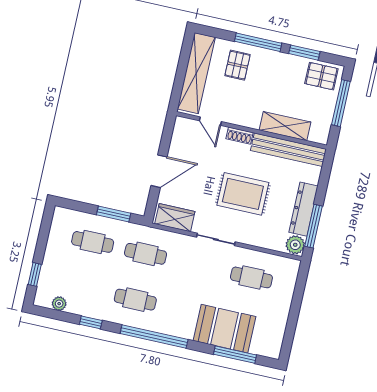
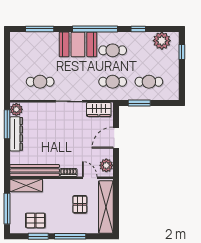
pallet: (238, 65) -> (80, 204), moved
pallet: (321, 76) -> (35, 220), moved
shelving: (285, 126) -> (26, 185), moved
plant: (182, 134) -> (106, 165), added
rug: (243, 194) -> (58, 135), removed
plant: (59, 304) -> (162, 41), width x1.88, depth x1.88
booth: (225, 329) -> (78, 44), moved

